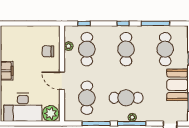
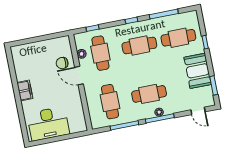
cafe table: (126, 49) -> (139, 45), turned 90
cafe table: (165, 49) -> (178, 38), turned 90
door: (62, 81) -> (79, 76), moved
plant: (51, 113) -> (77, 124), removed

